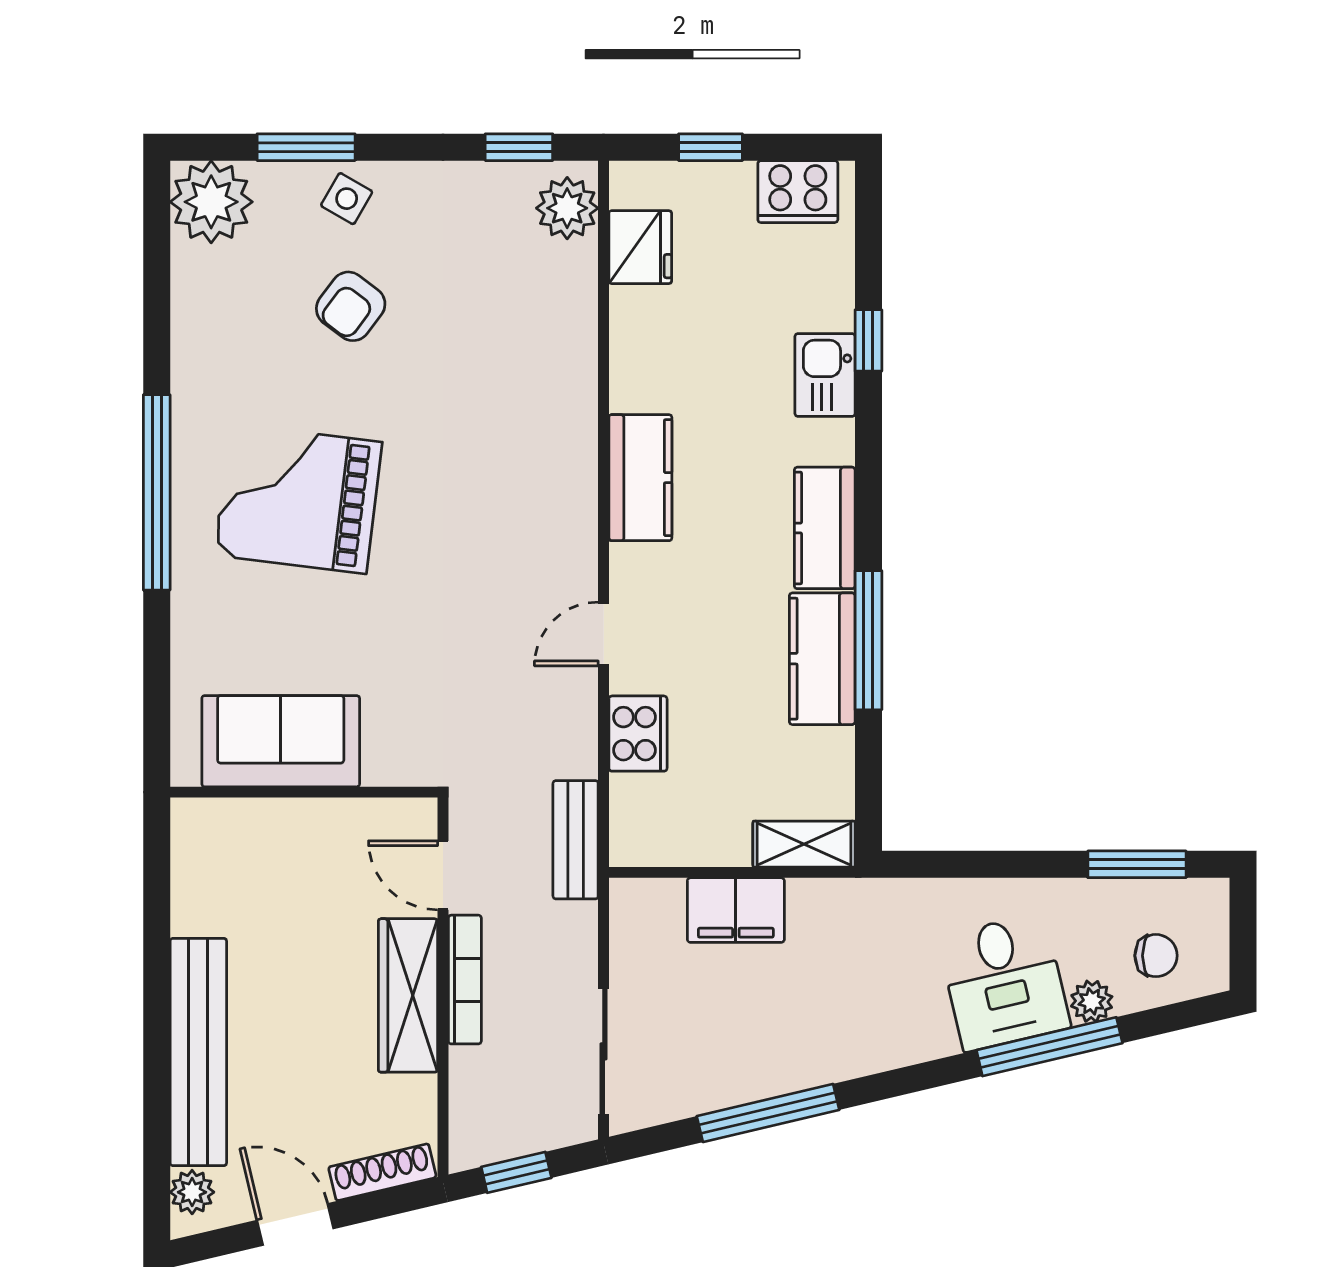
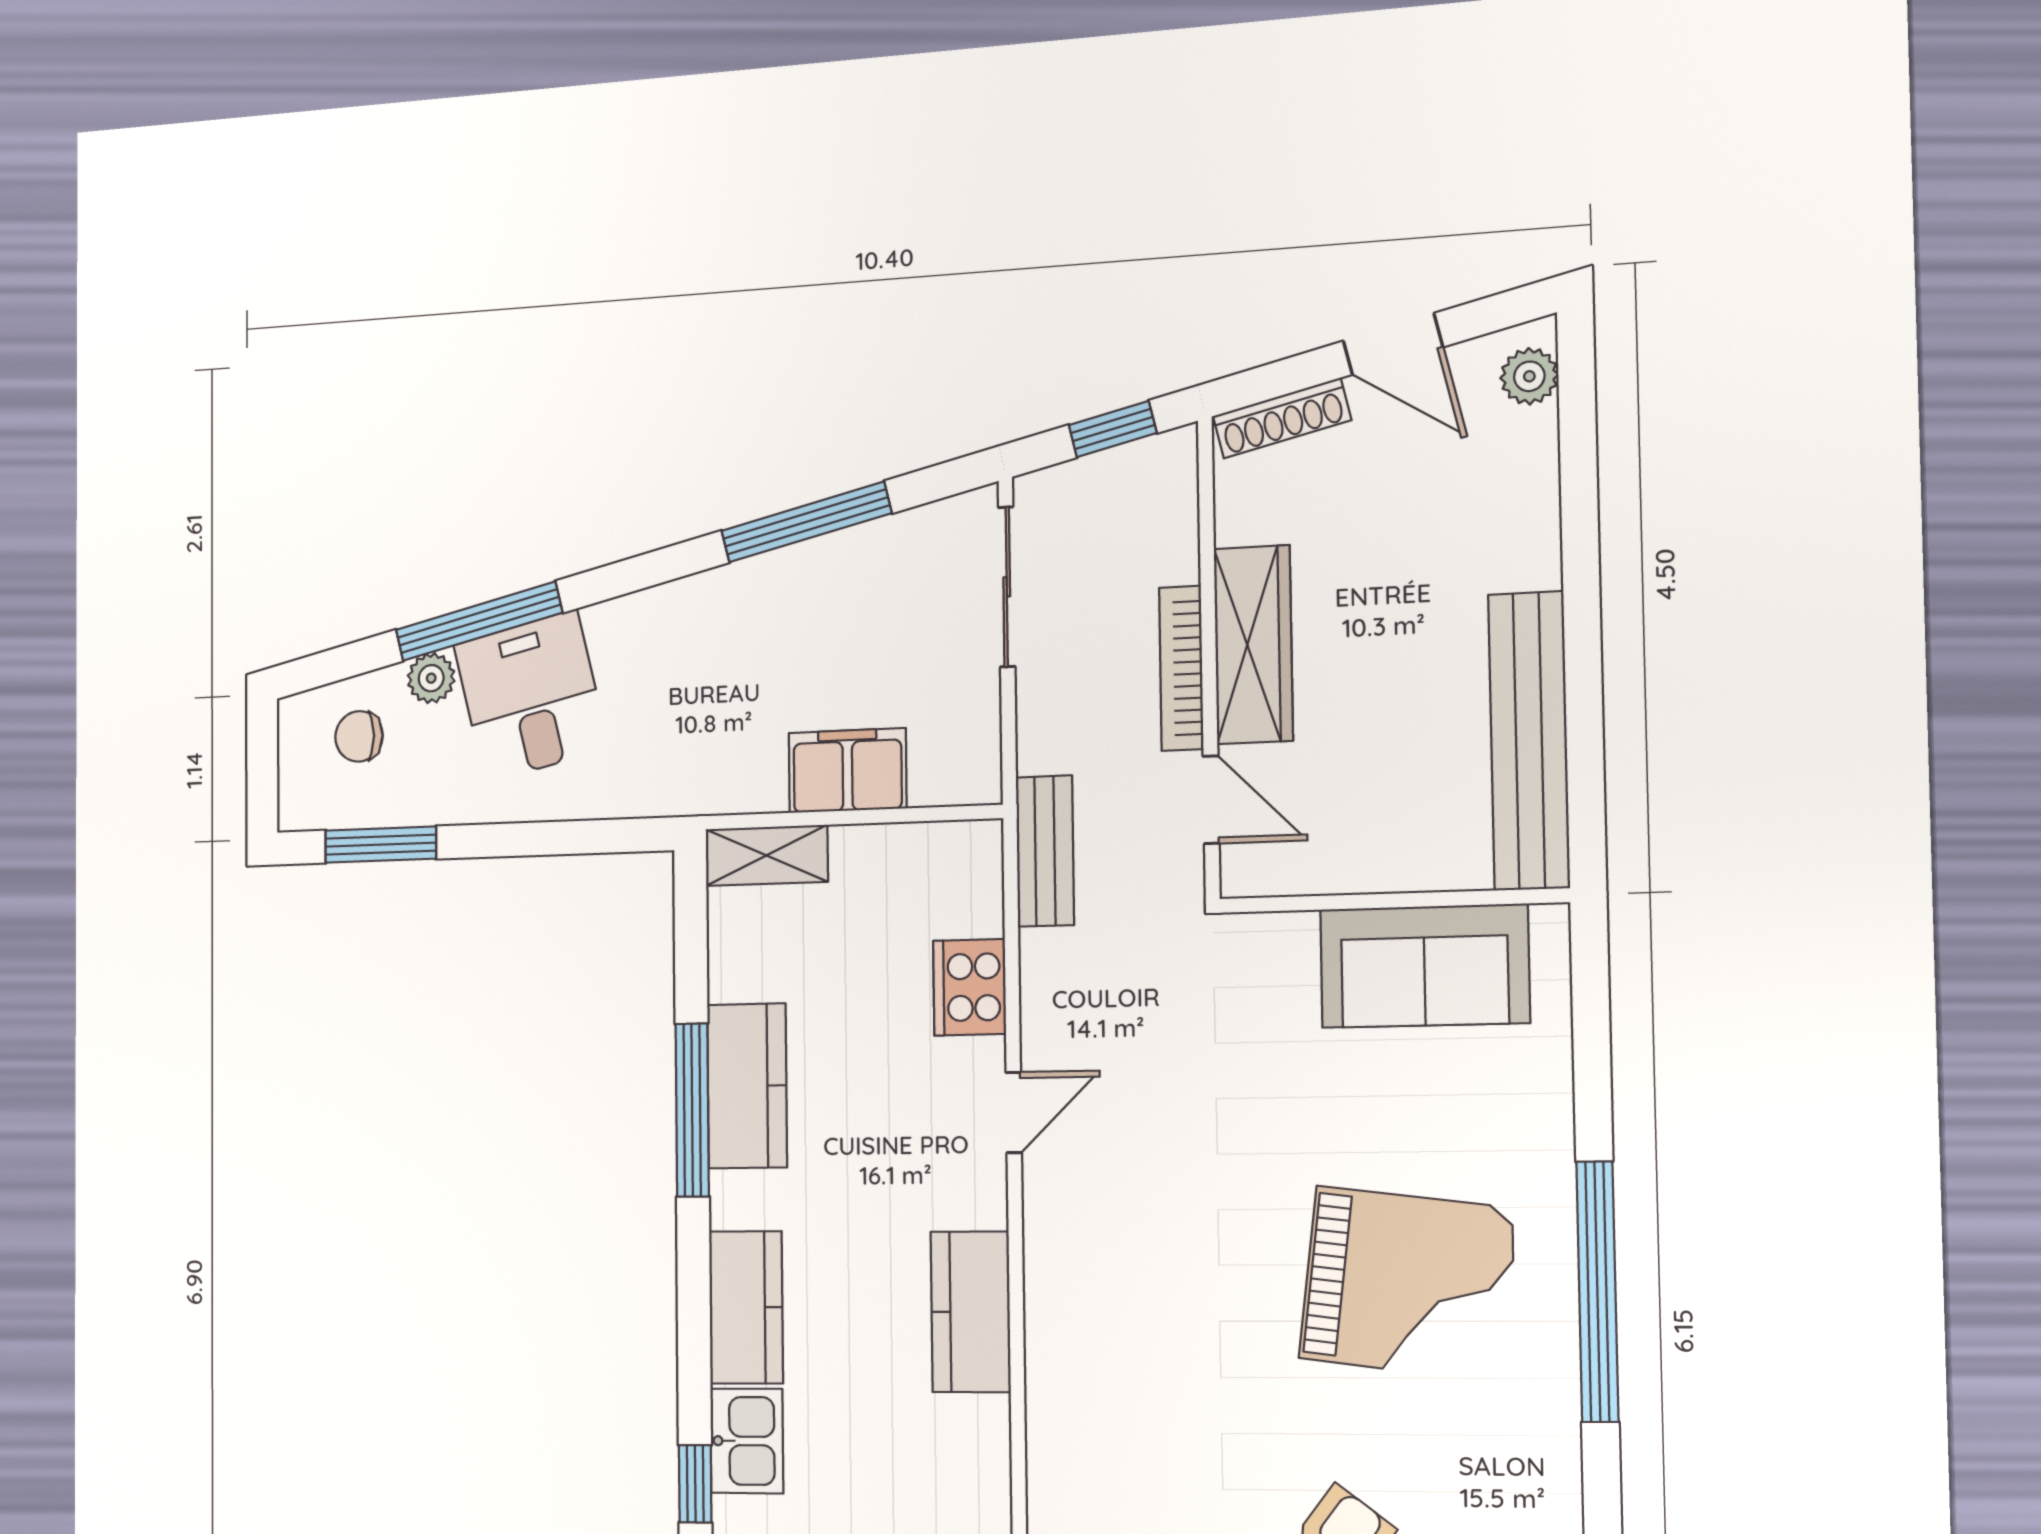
kitchen counter: (825, 528) -> (746, 1307), moved
bench: (198, 1052) -> (1529, 741), moved

